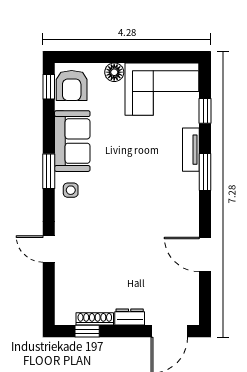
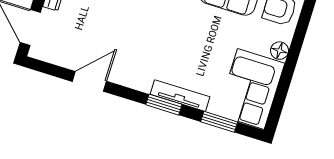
window: (205, 111) -> (219, 122), width x1.50
tv unit: (191, 150) -> (180, 96), width x1.41

